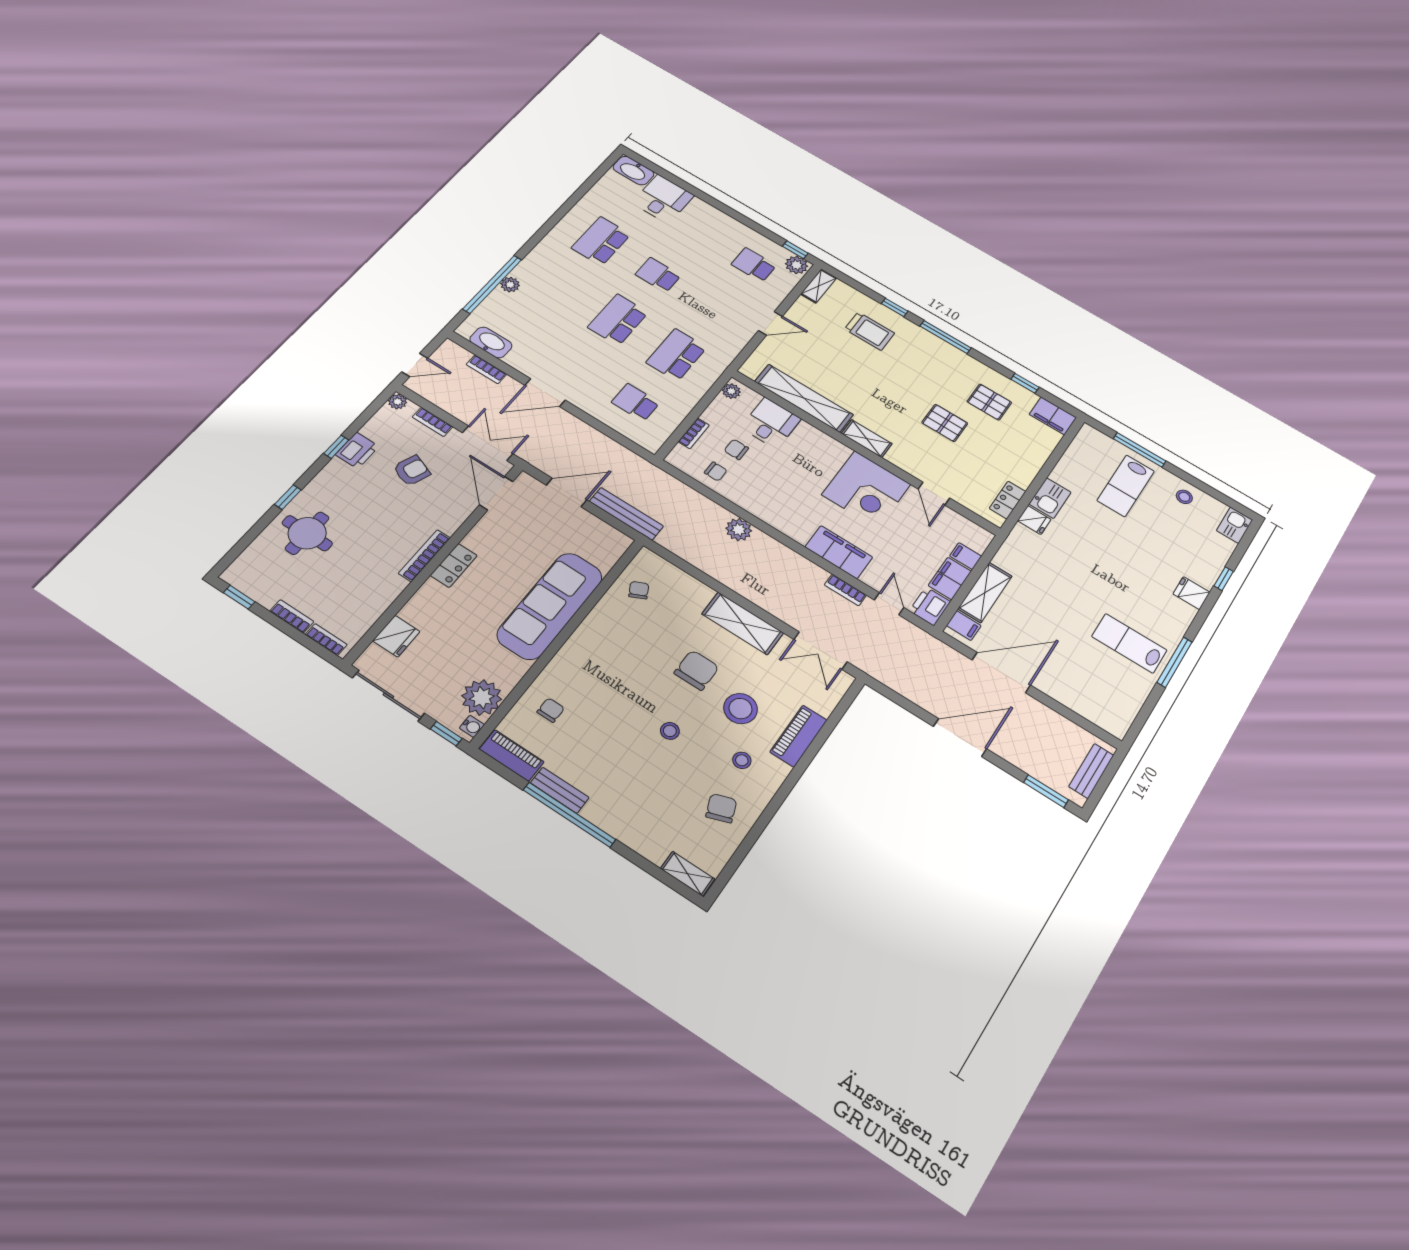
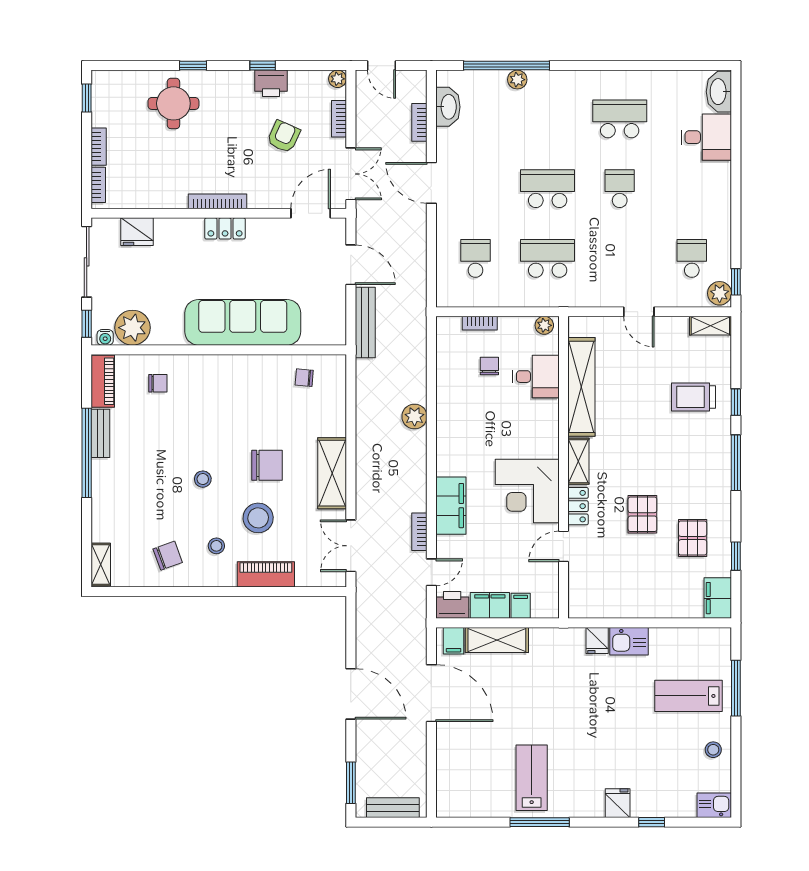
trolley: (870, 331) -> (694, 397), turned 90
armchair: (412, 471) -> (284, 137), turned -87
chair: (716, 472) -> (456, 364), removed
locker: (1008, 500) -> (578, 506), moved, turned 90
chair: (639, 590) -> (304, 378), turned -148

